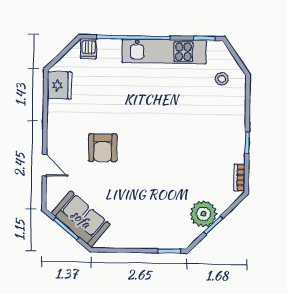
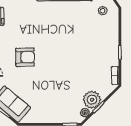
armchair: (103, 148) -> (25, 57), turned -91
plant: (192, 233) -> (85, 113), added

